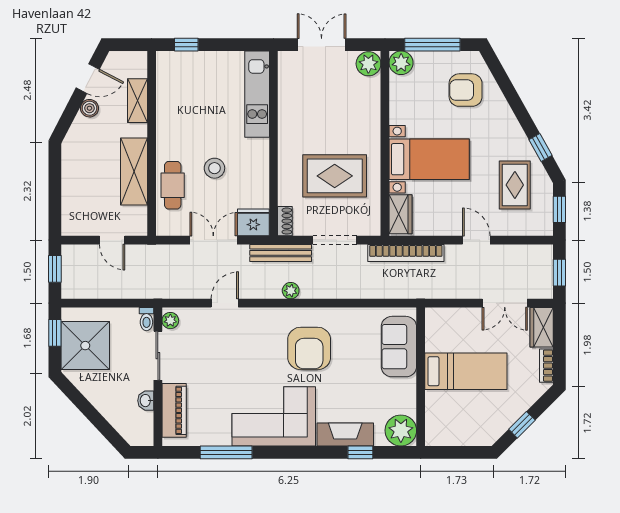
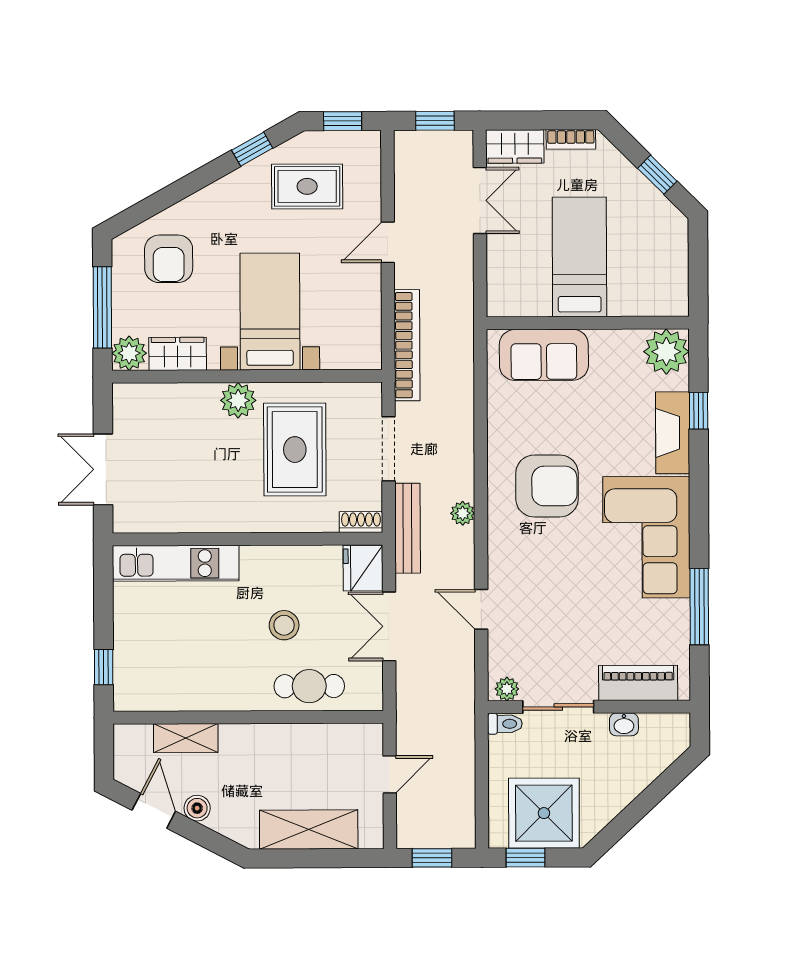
plant: (368, 64) -> (238, 400), moved
shelving: (134, 172) -> (309, 829), moved
wardrobe: (400, 214) -> (178, 354), moved

